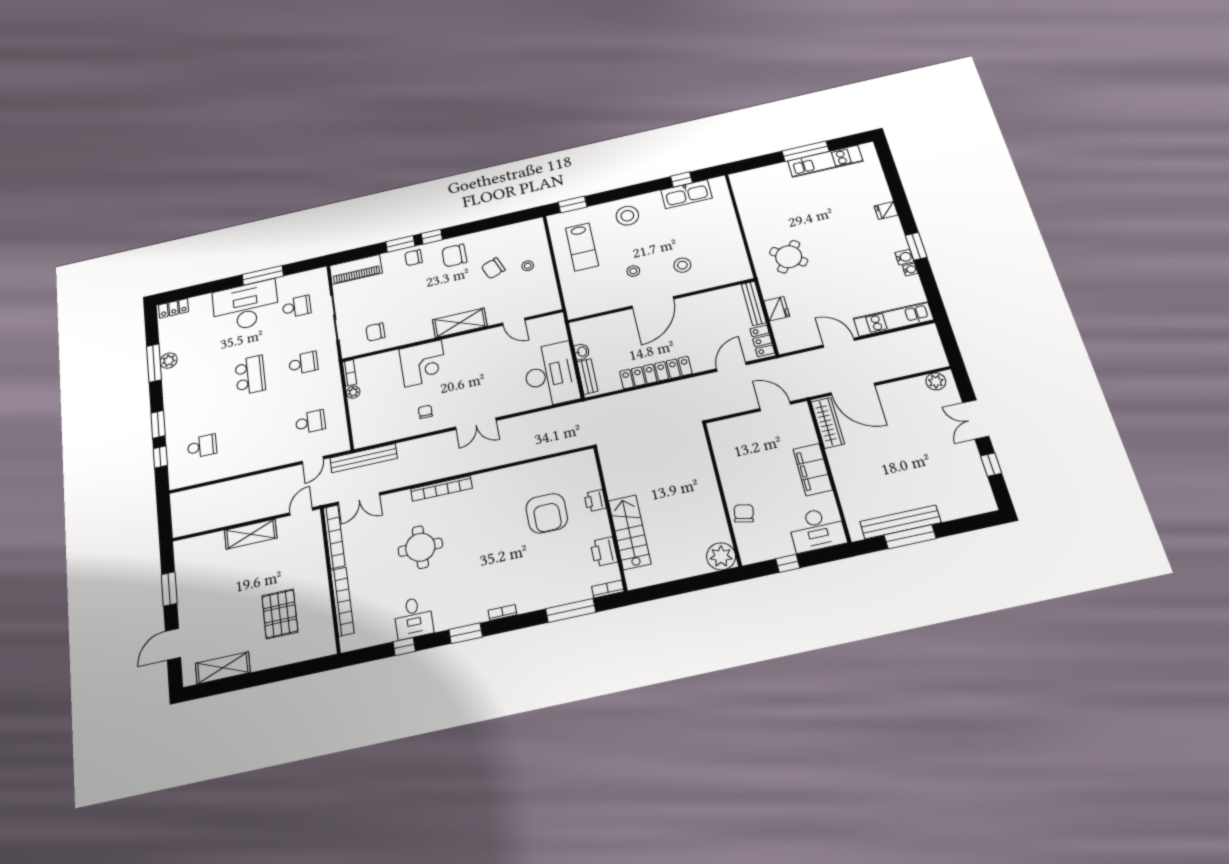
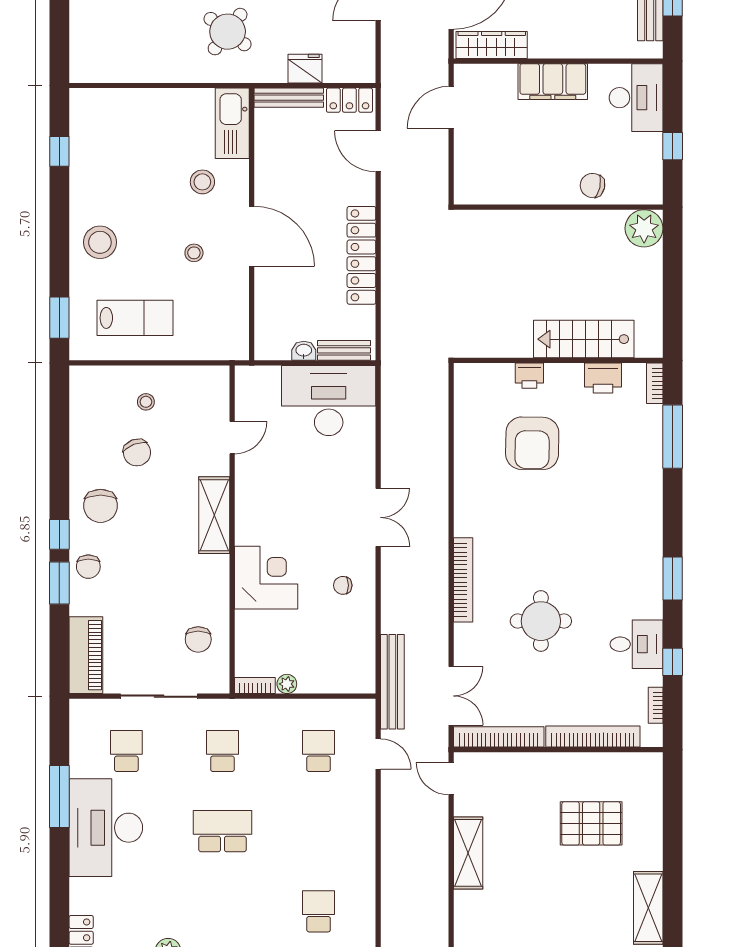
kitchen sink: (686, 194) -> (232, 123), moved, turned 180
armchair: (547, 513) -> (532, 443), turned 91
bookcase: (502, 612) -> (656, 705), moved

